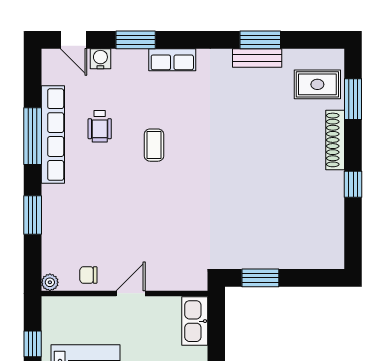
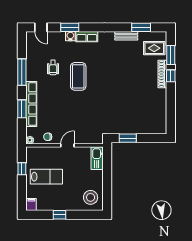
window: (260, 40) -> (141, 27), moved
water cooler: (100, 59) -> (70, 36), moved
row of seats: (53, 135) -> (31, 104), moved
coffee table: (154, 145) -> (78, 76), width x1.86, depth x1.72
window: (353, 184) -> (171, 76), moved

